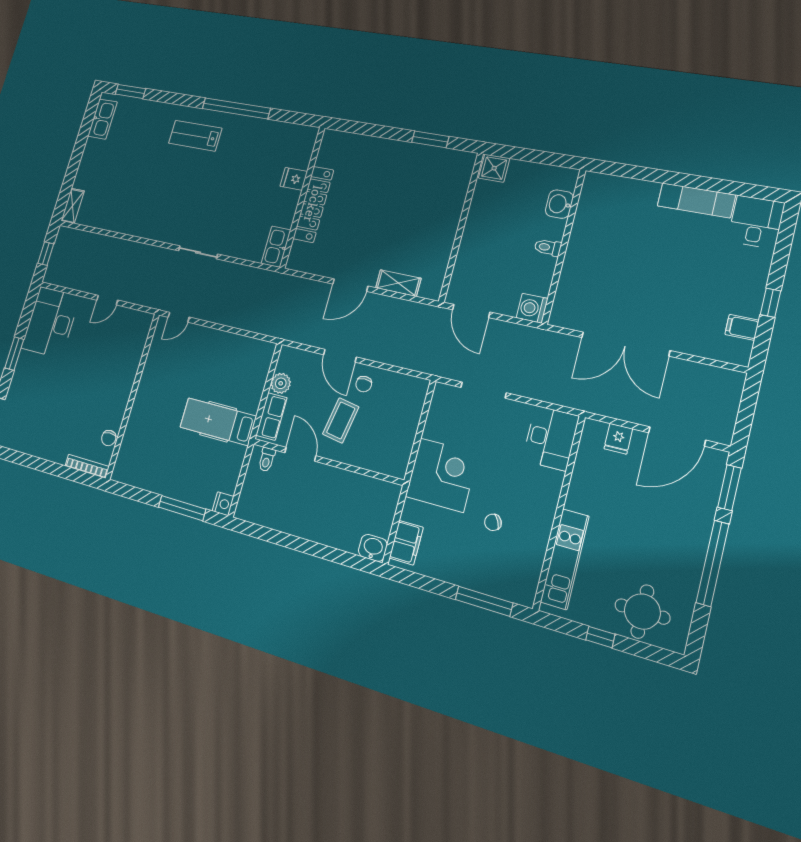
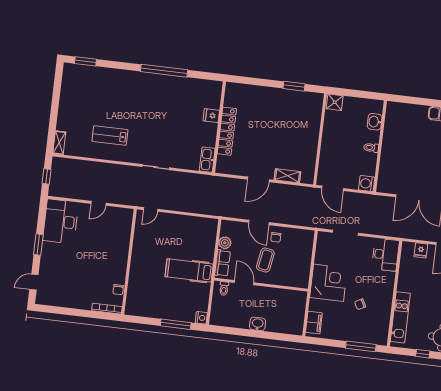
kitchen sink: (102, 119) -> (69, 81), removed
lab bench: (195, 136) -> (110, 136), moved
washbasin: (373, 548) -> (258, 324), moved

